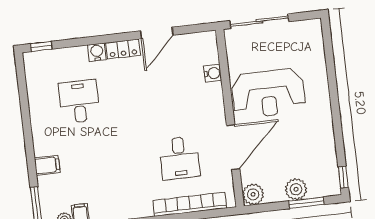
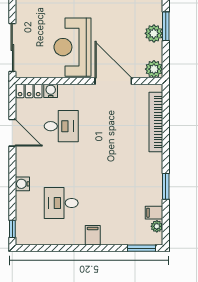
locker: (123, 49) -> (29, 91), moved, turned 90
reception desk: (268, 93) -> (72, 47), turned 180
desk: (179, 158) -> (61, 126), moved
filing cabinet: (47, 165) -> (93, 235), moved

